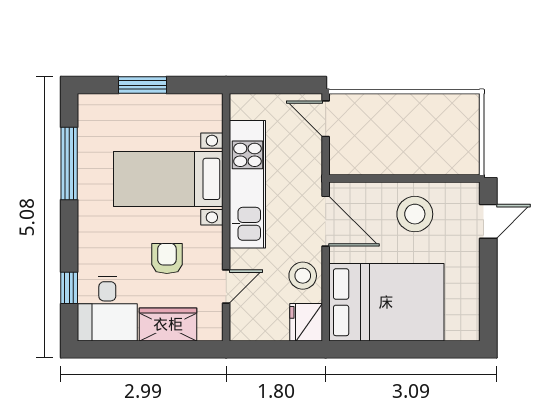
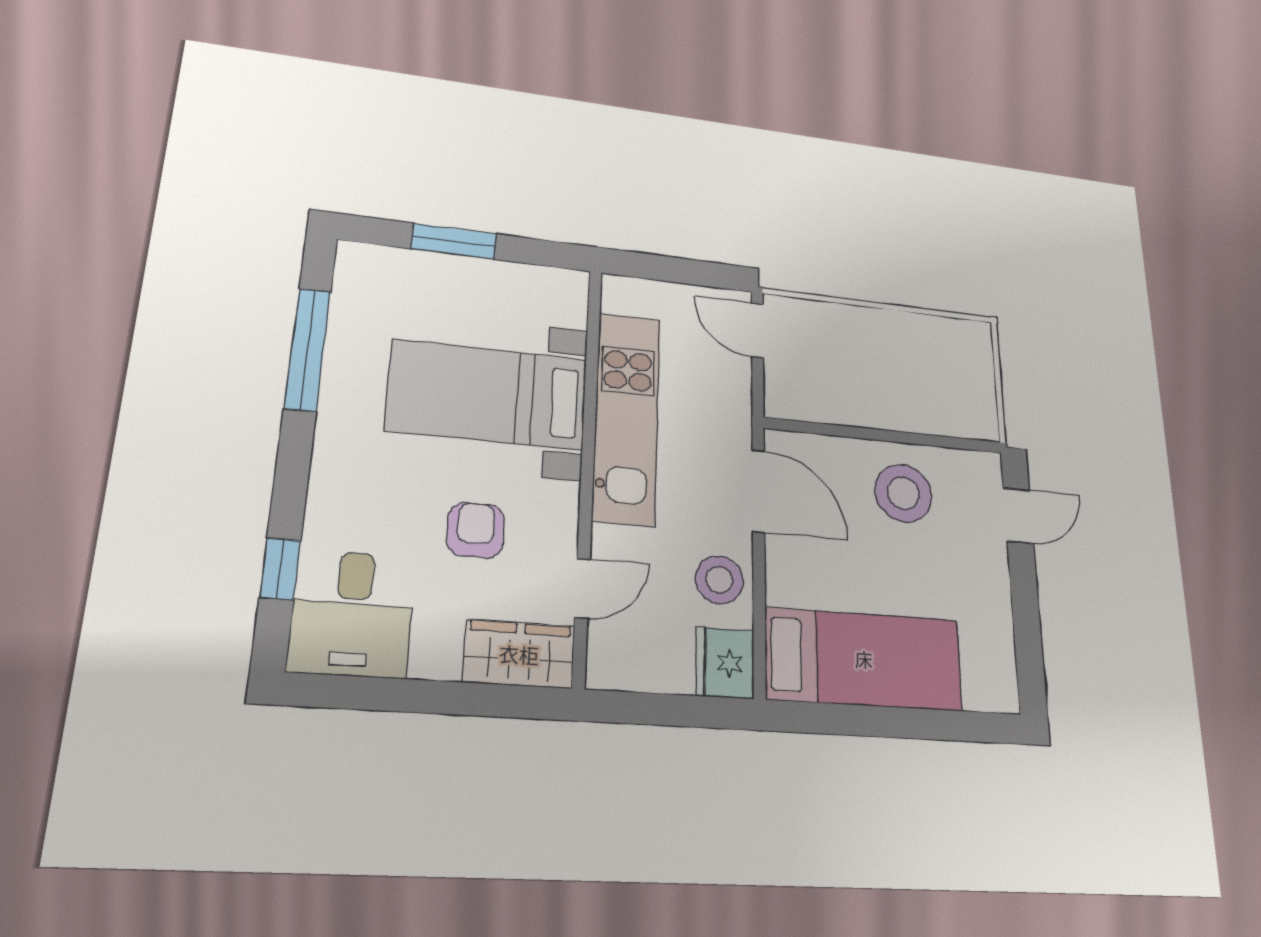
bed: (386, 302) -> (864, 659), width x0.67
wardrobe: (168, 324) -> (519, 654), moved

